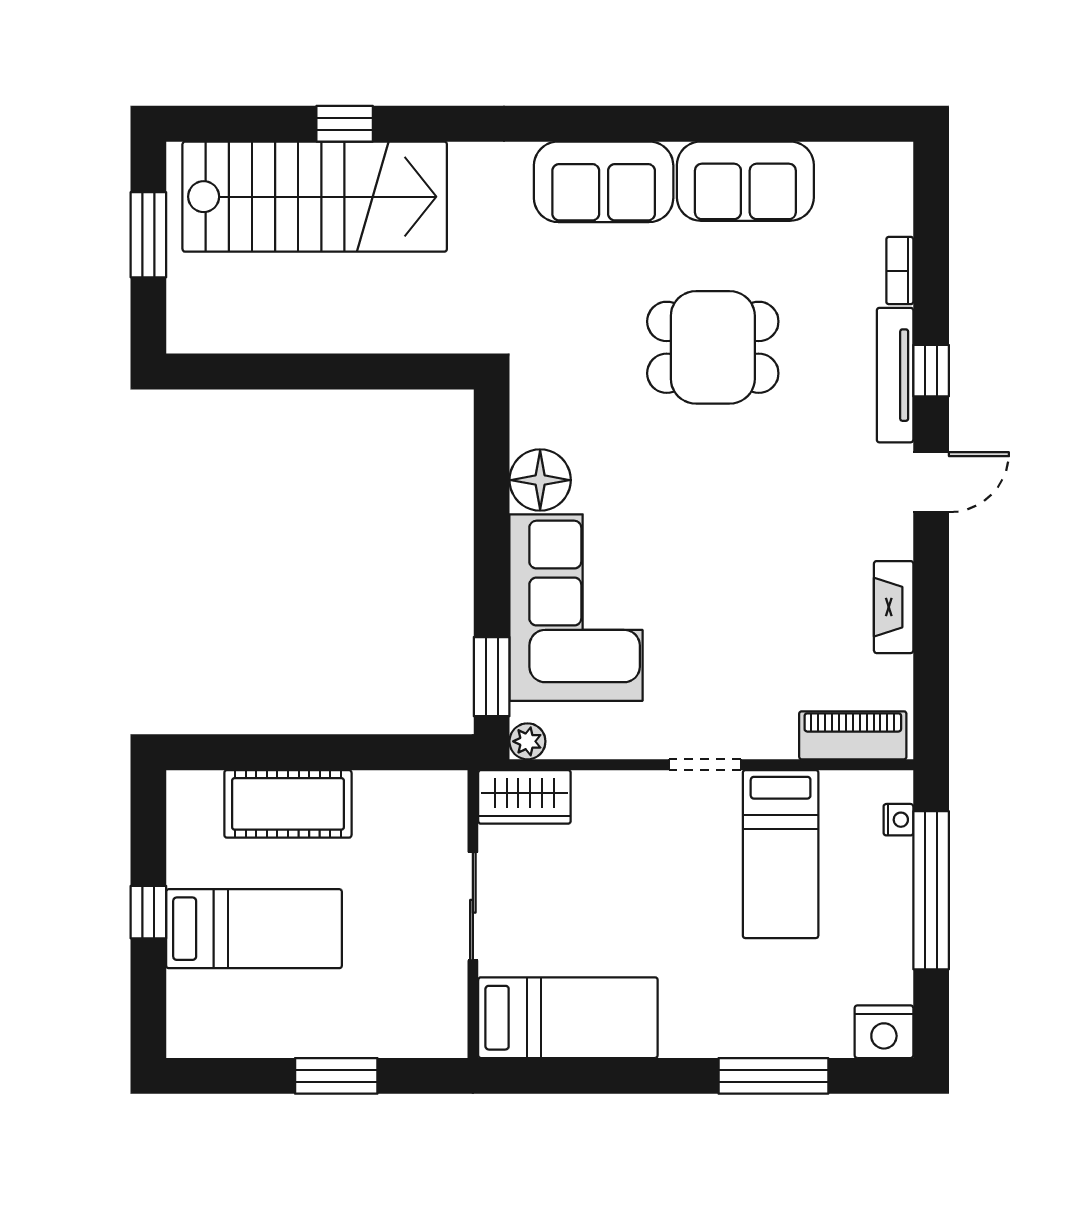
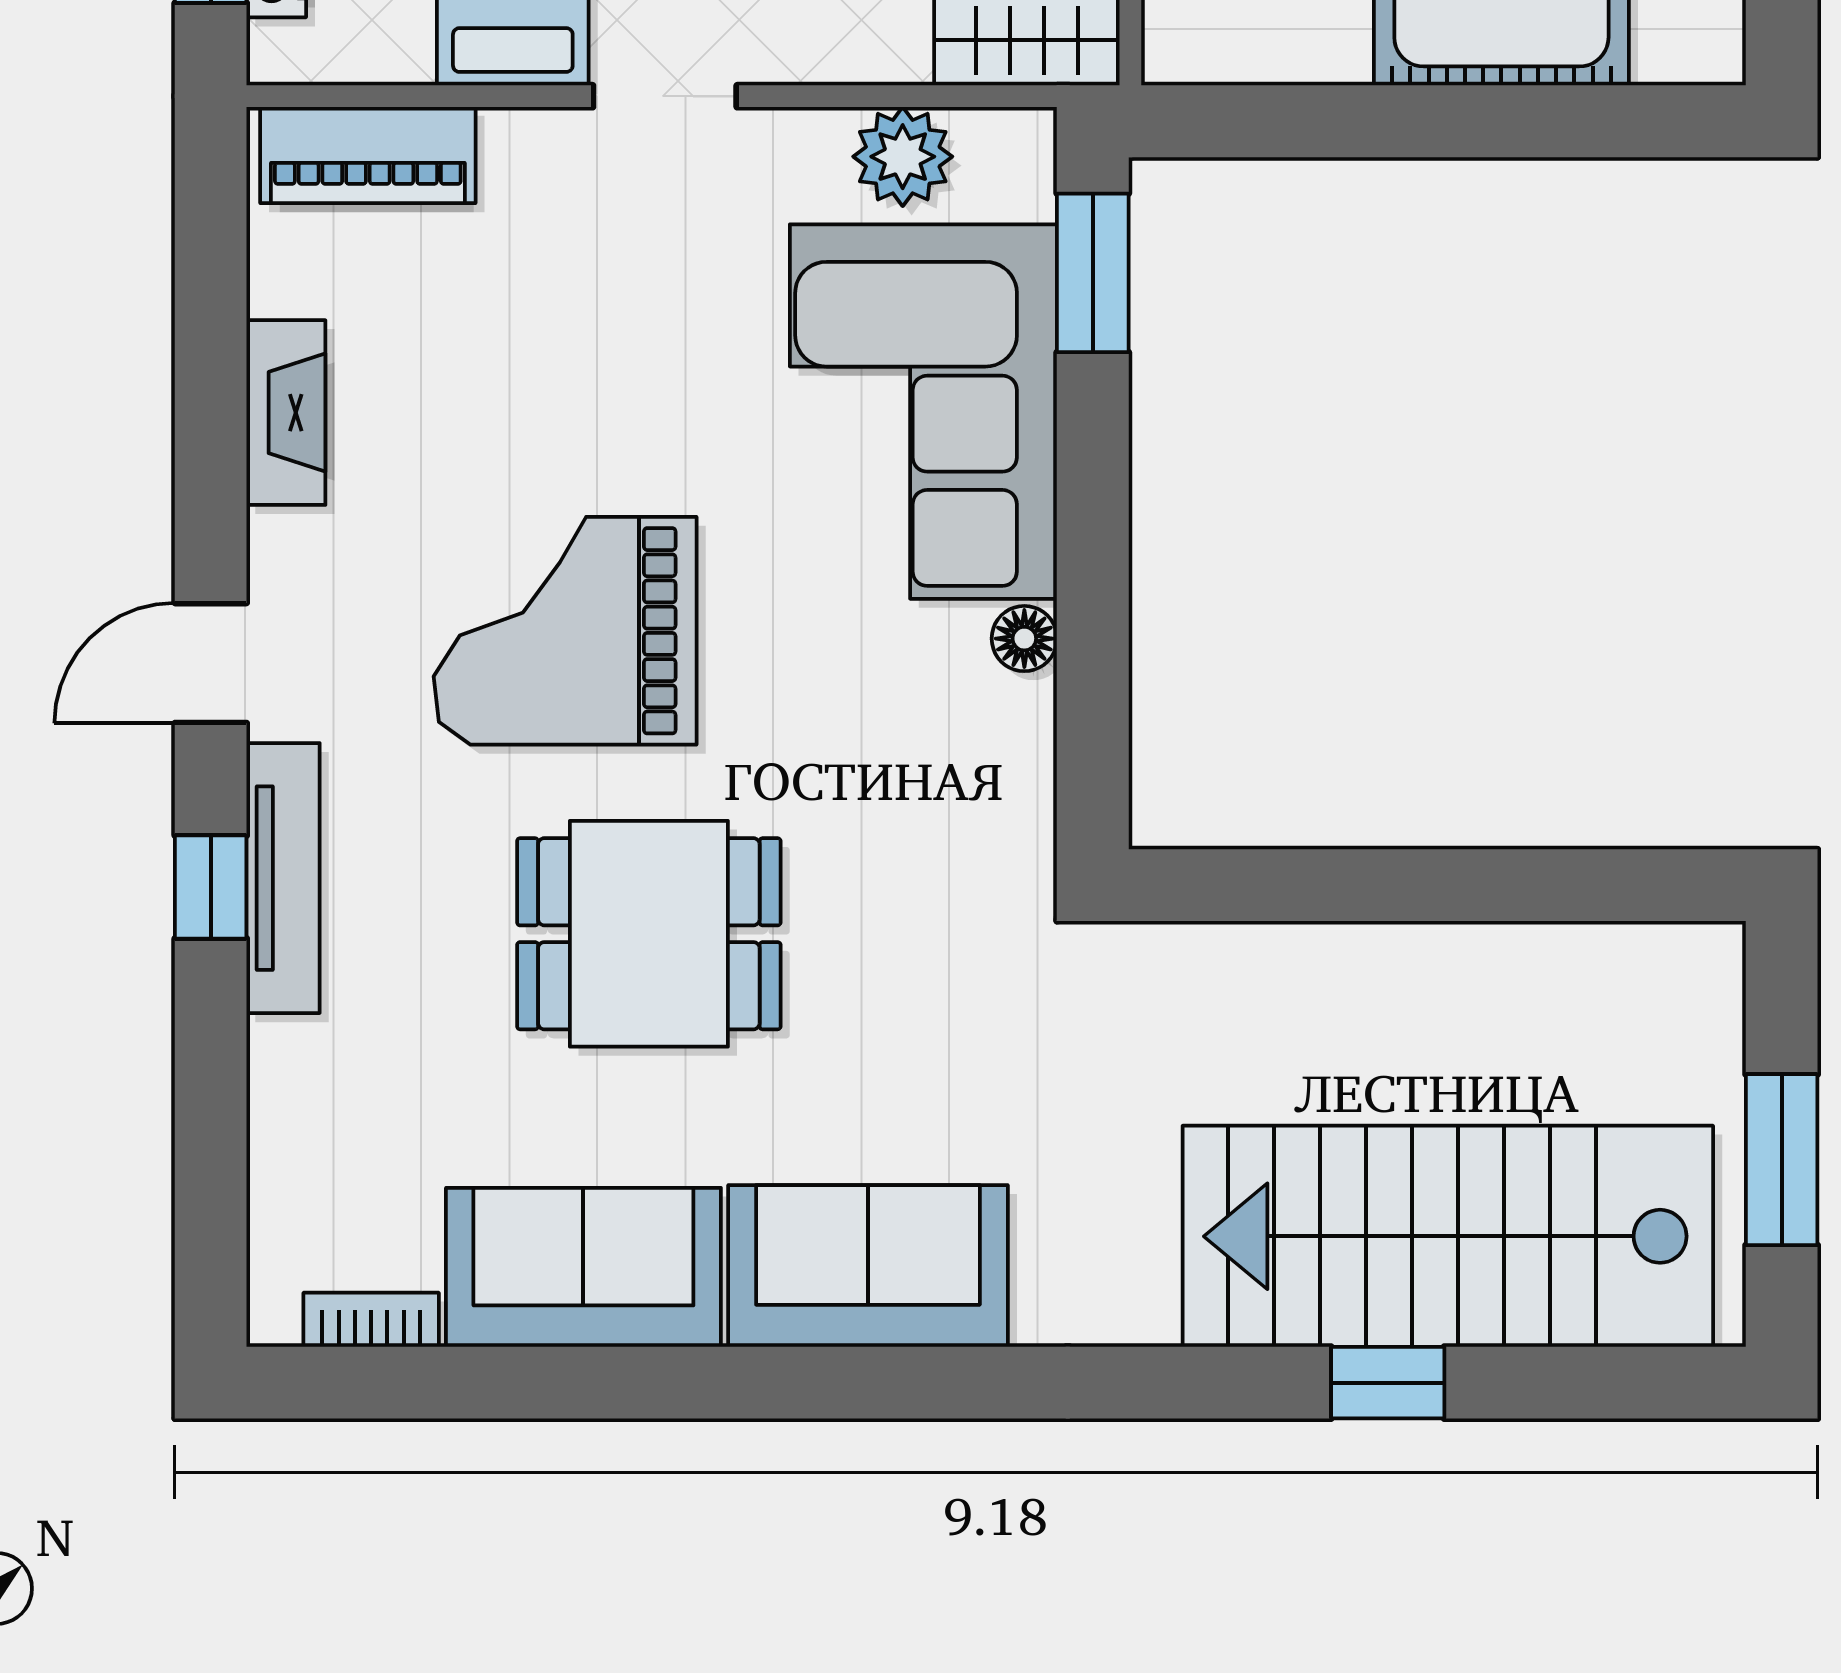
bookcase: (900, 271) -> (371, 1320), moved, turned -90
floor lamp: (540, 480) -> (1024, 639), width x0.53, depth x0.53
grand piano: (755, 498) -> (565, 631), added
plant: (527, 741) -> (903, 157), moved, width x1.38, depth x1.38

